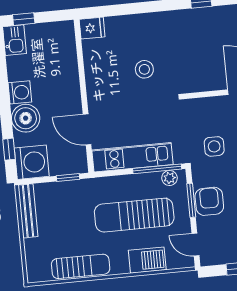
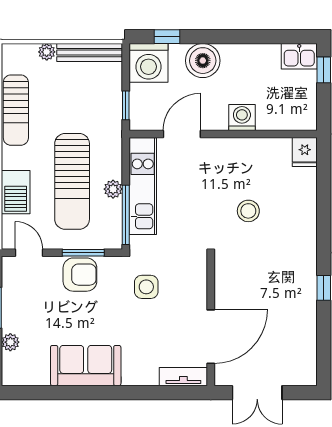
washing machine: (20, 92) -> (242, 118), moved, turned 180
plant: (169, 178) -> (113, 189), moved
sun lounger: (134, 215) -> (72, 181), turned 180
door: (195, 245) -> (29, 253), hinge flipped
plant: (31, 246) -> (47, 52), added

